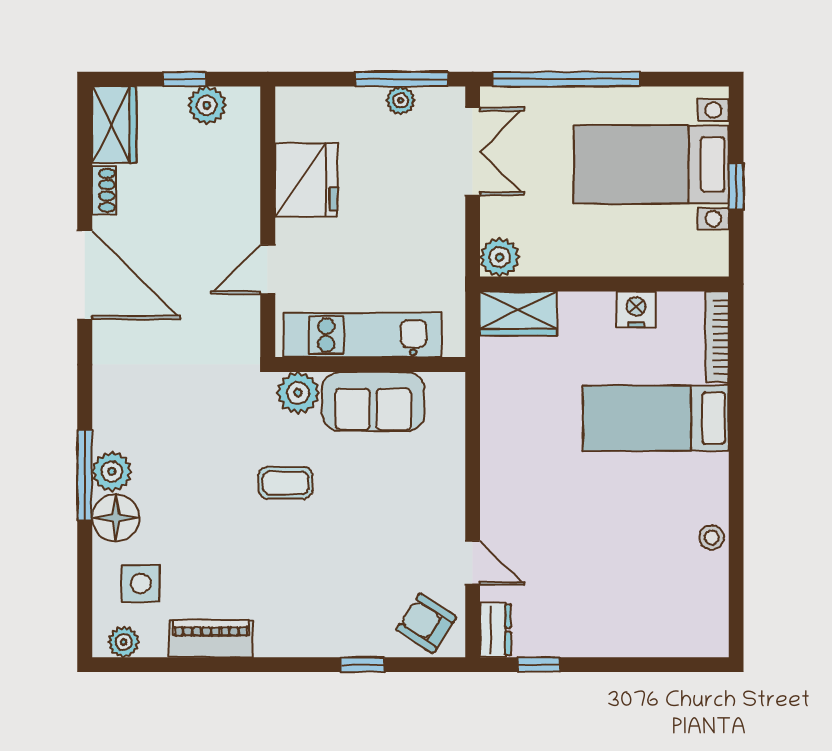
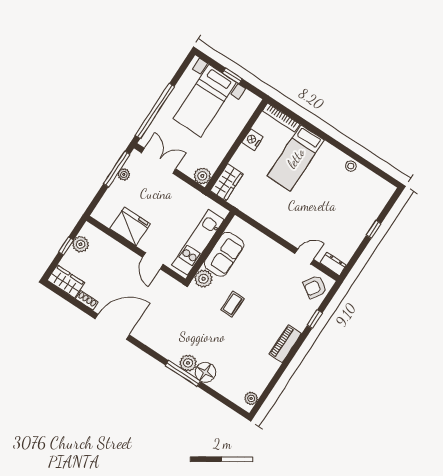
side table: (141, 584) -> (234, 379), removed
piano: (211, 639) -> (285, 344), moved
window: (539, 665) -> (374, 229), moved

